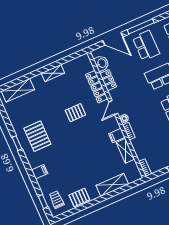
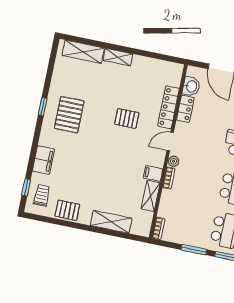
shelving: (53, 73) -> (118, 57), moved
filing cabinet: (40, 172) -> (43, 160), width x2.00

